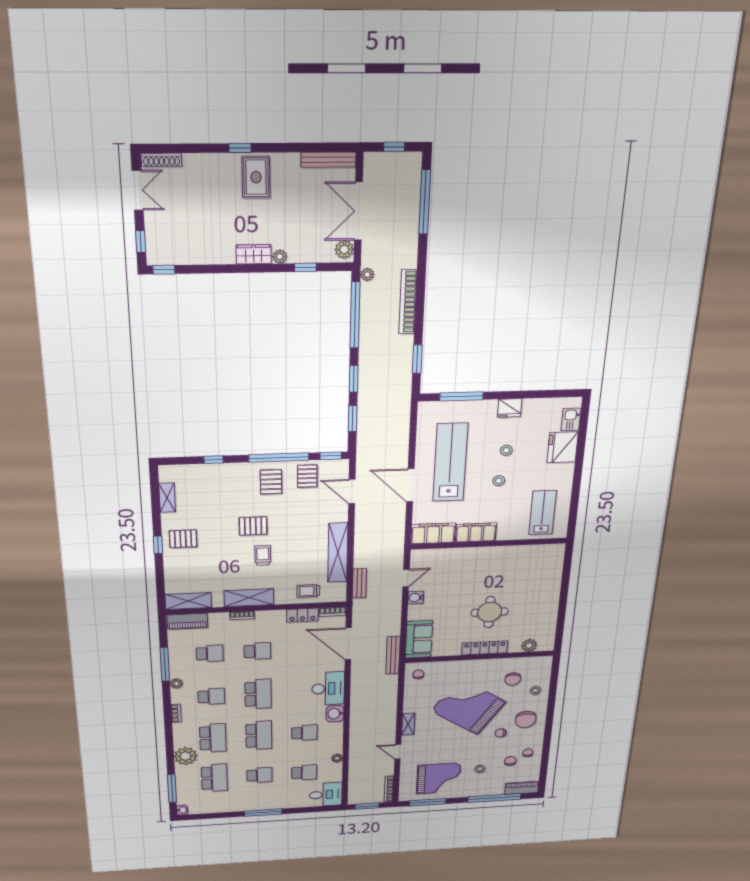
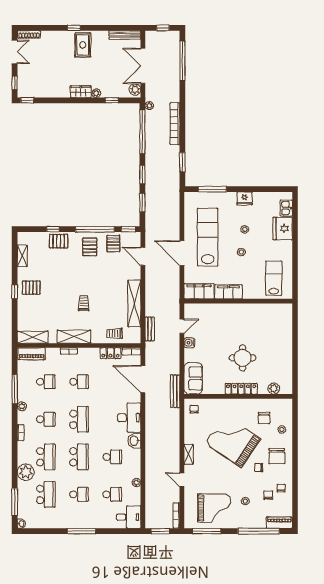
pallet: (253, 526) -> (59, 241), moved

